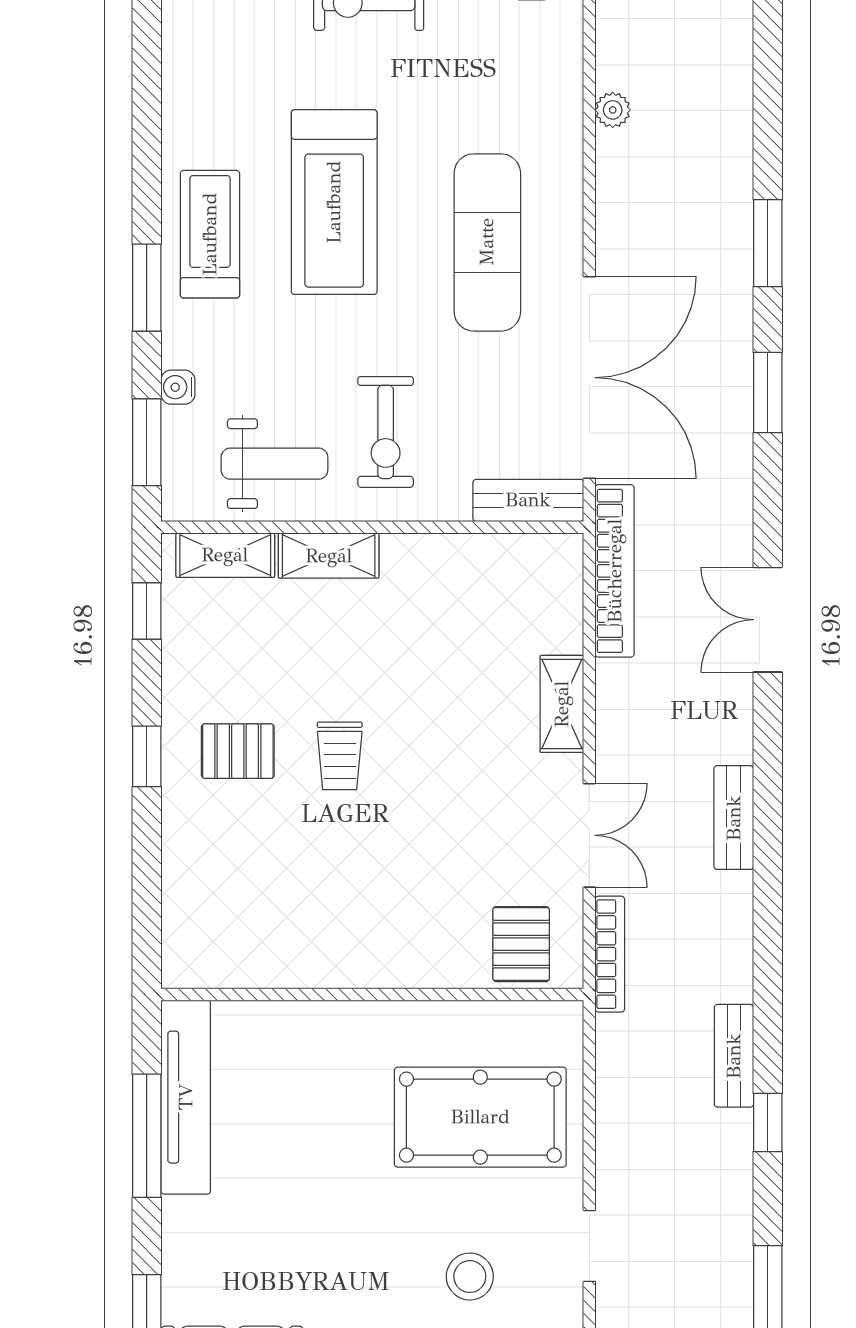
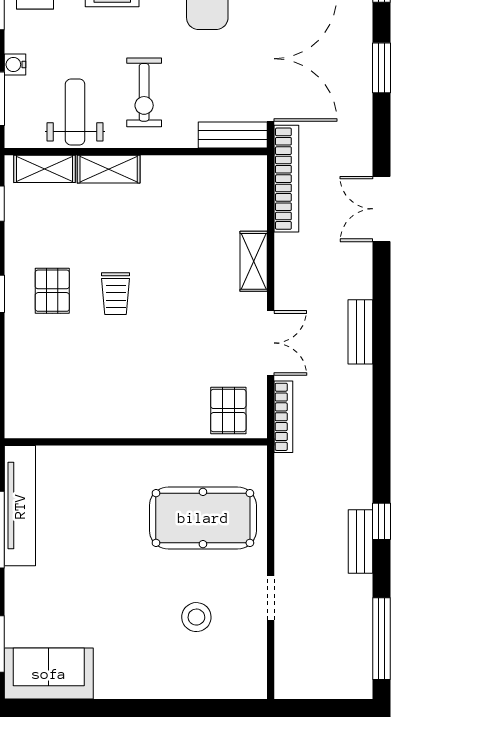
weight bench: (274, 464) -> (75, 112), turned -90
pallet: (238, 751) -> (52, 291), turned 90
bench: (734, 1056) -> (361, 542), moved

